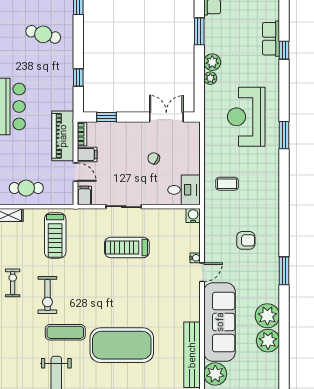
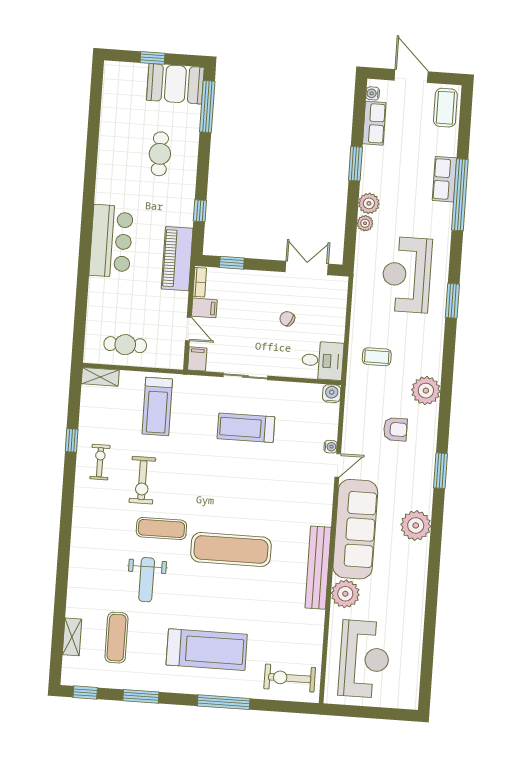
cafe table: (43, 34) -> (160, 154), turned 75
window: (284, 50) -> (460, 195), width x3.17
piano: (63, 136) -> (177, 259), moved
plant: (268, 341) -> (426, 391), moved
exercise mat: (122, 345) -> (231, 549), width x0.68

